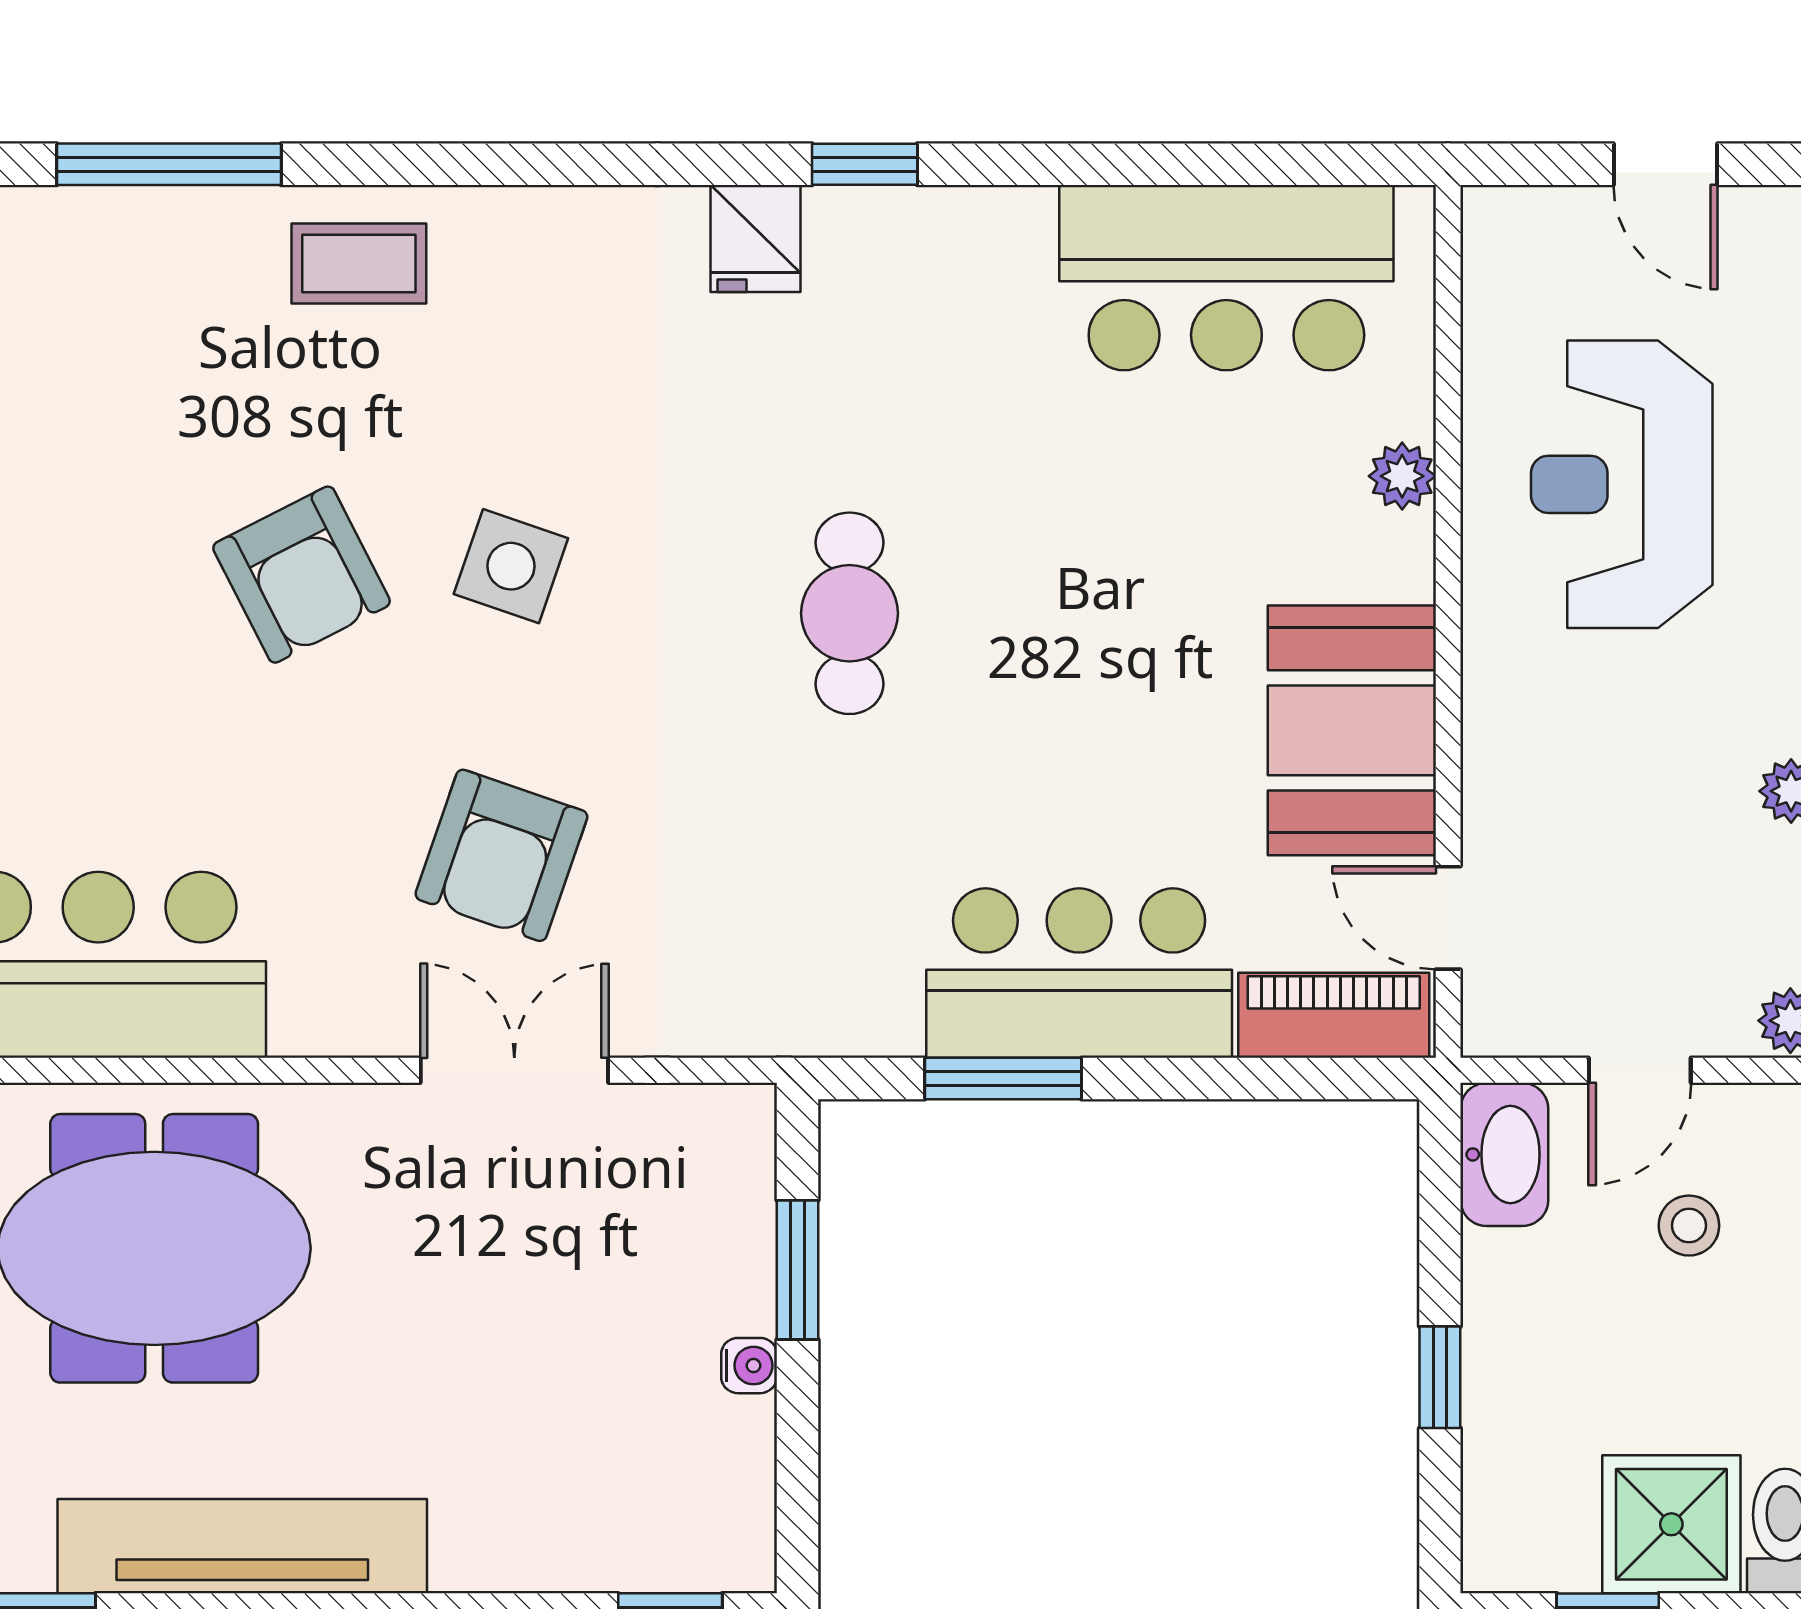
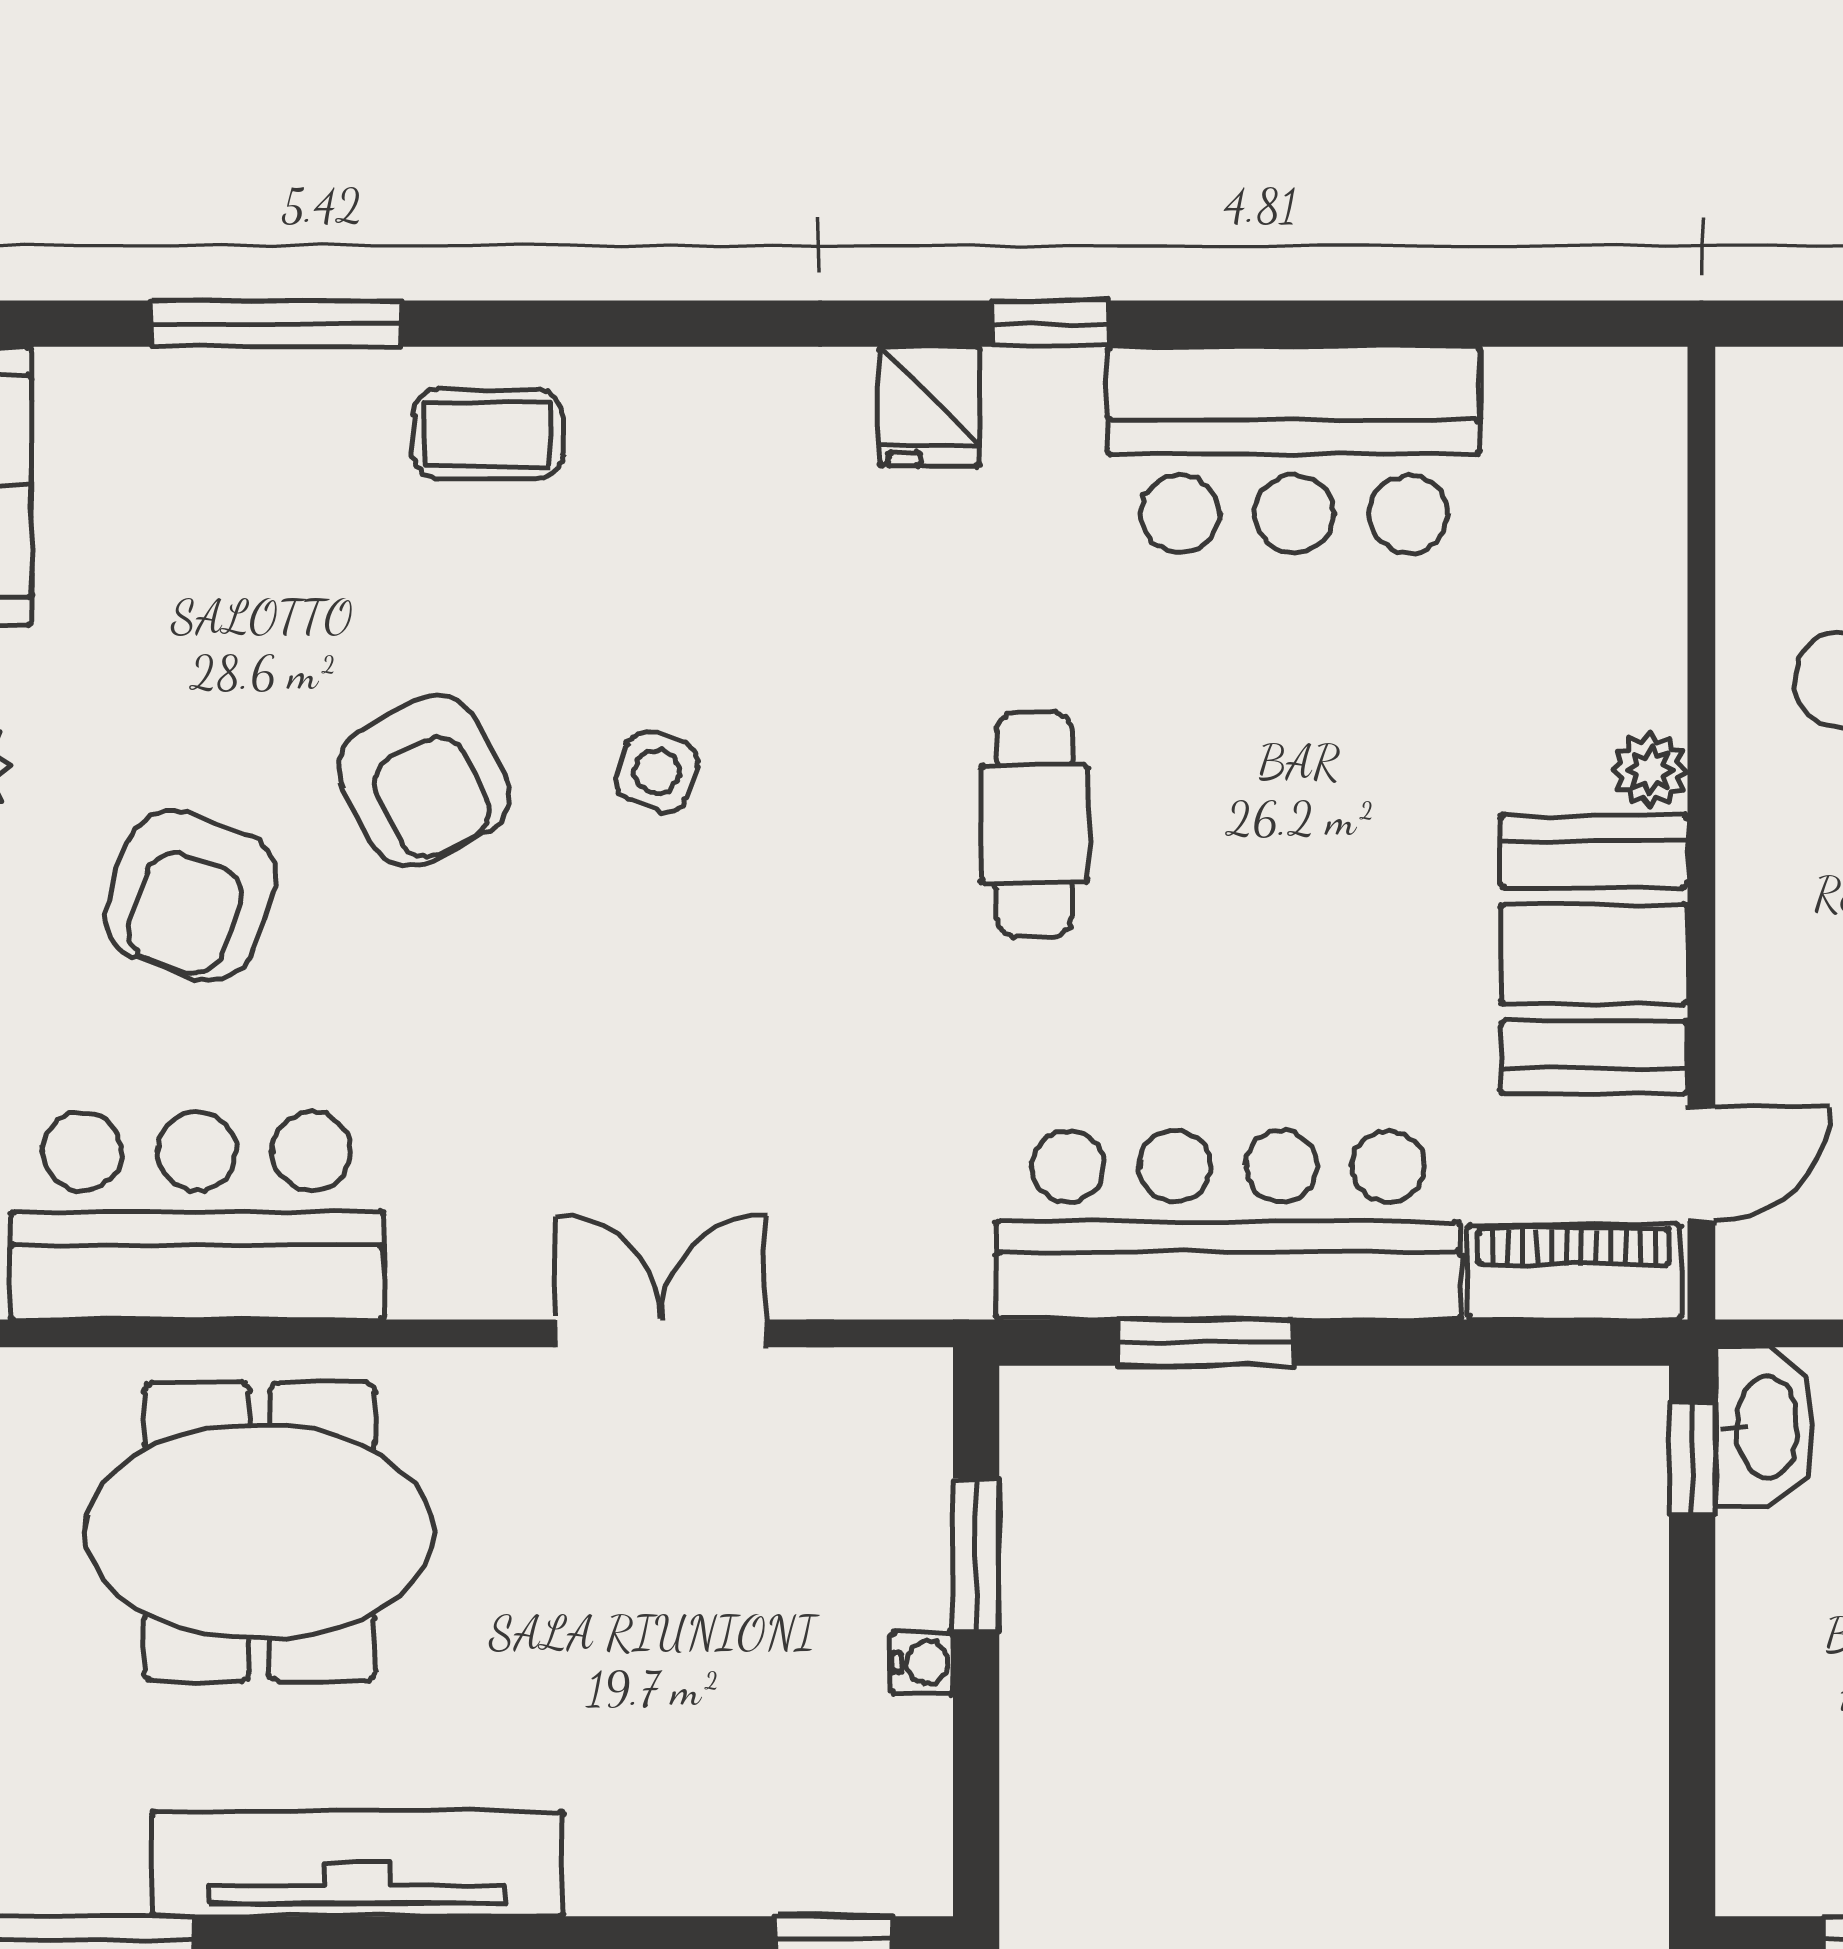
bar counter: (1226, 278) -> (1294, 450), moved
plant: (1402, 476) -> (1650, 770), moved
side table: (511, 566) -> (657, 771), width x0.73, depth x0.73
armchair: (501, 855) -> (191, 896), moved
door: (1448, 918) -> (1701, 1163), swing flipped
bar counter: (1079, 973) -> (1228, 1225), width x1.36
window: (1440, 1377) -> (1692, 1458), moved

